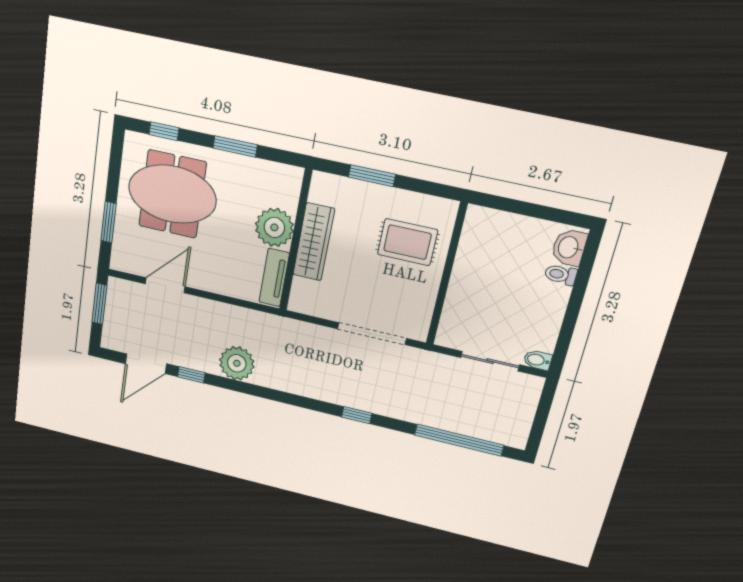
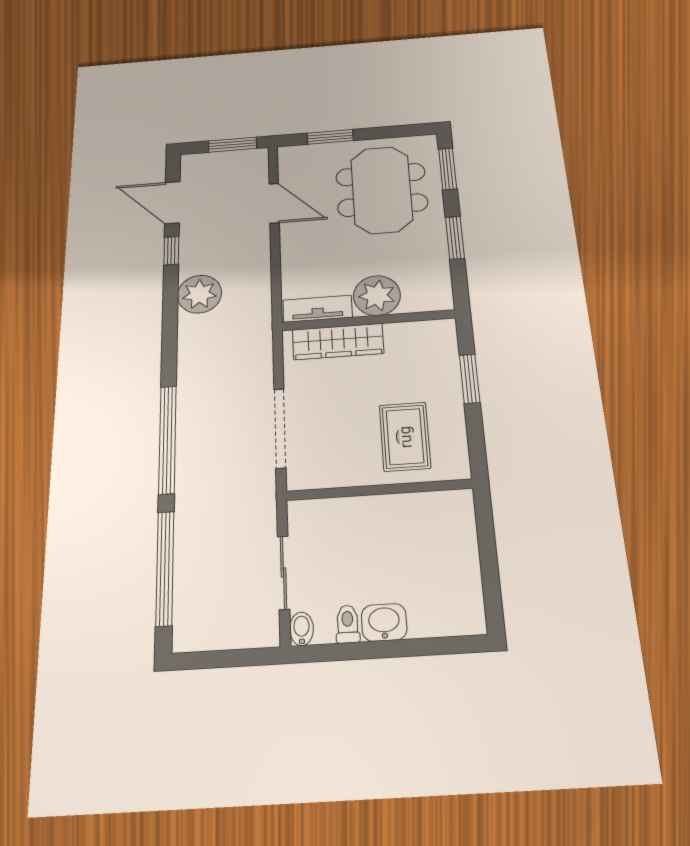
window: (164, 131) -> (448, 169), width x1.50
wardrobe: (314, 242) -> (338, 341), moved
washbasin: (569, 247) -> (384, 622), moved
toilet: (561, 275) -> (348, 624), moved
window: (357, 415) -> (168, 439), width x3.17

